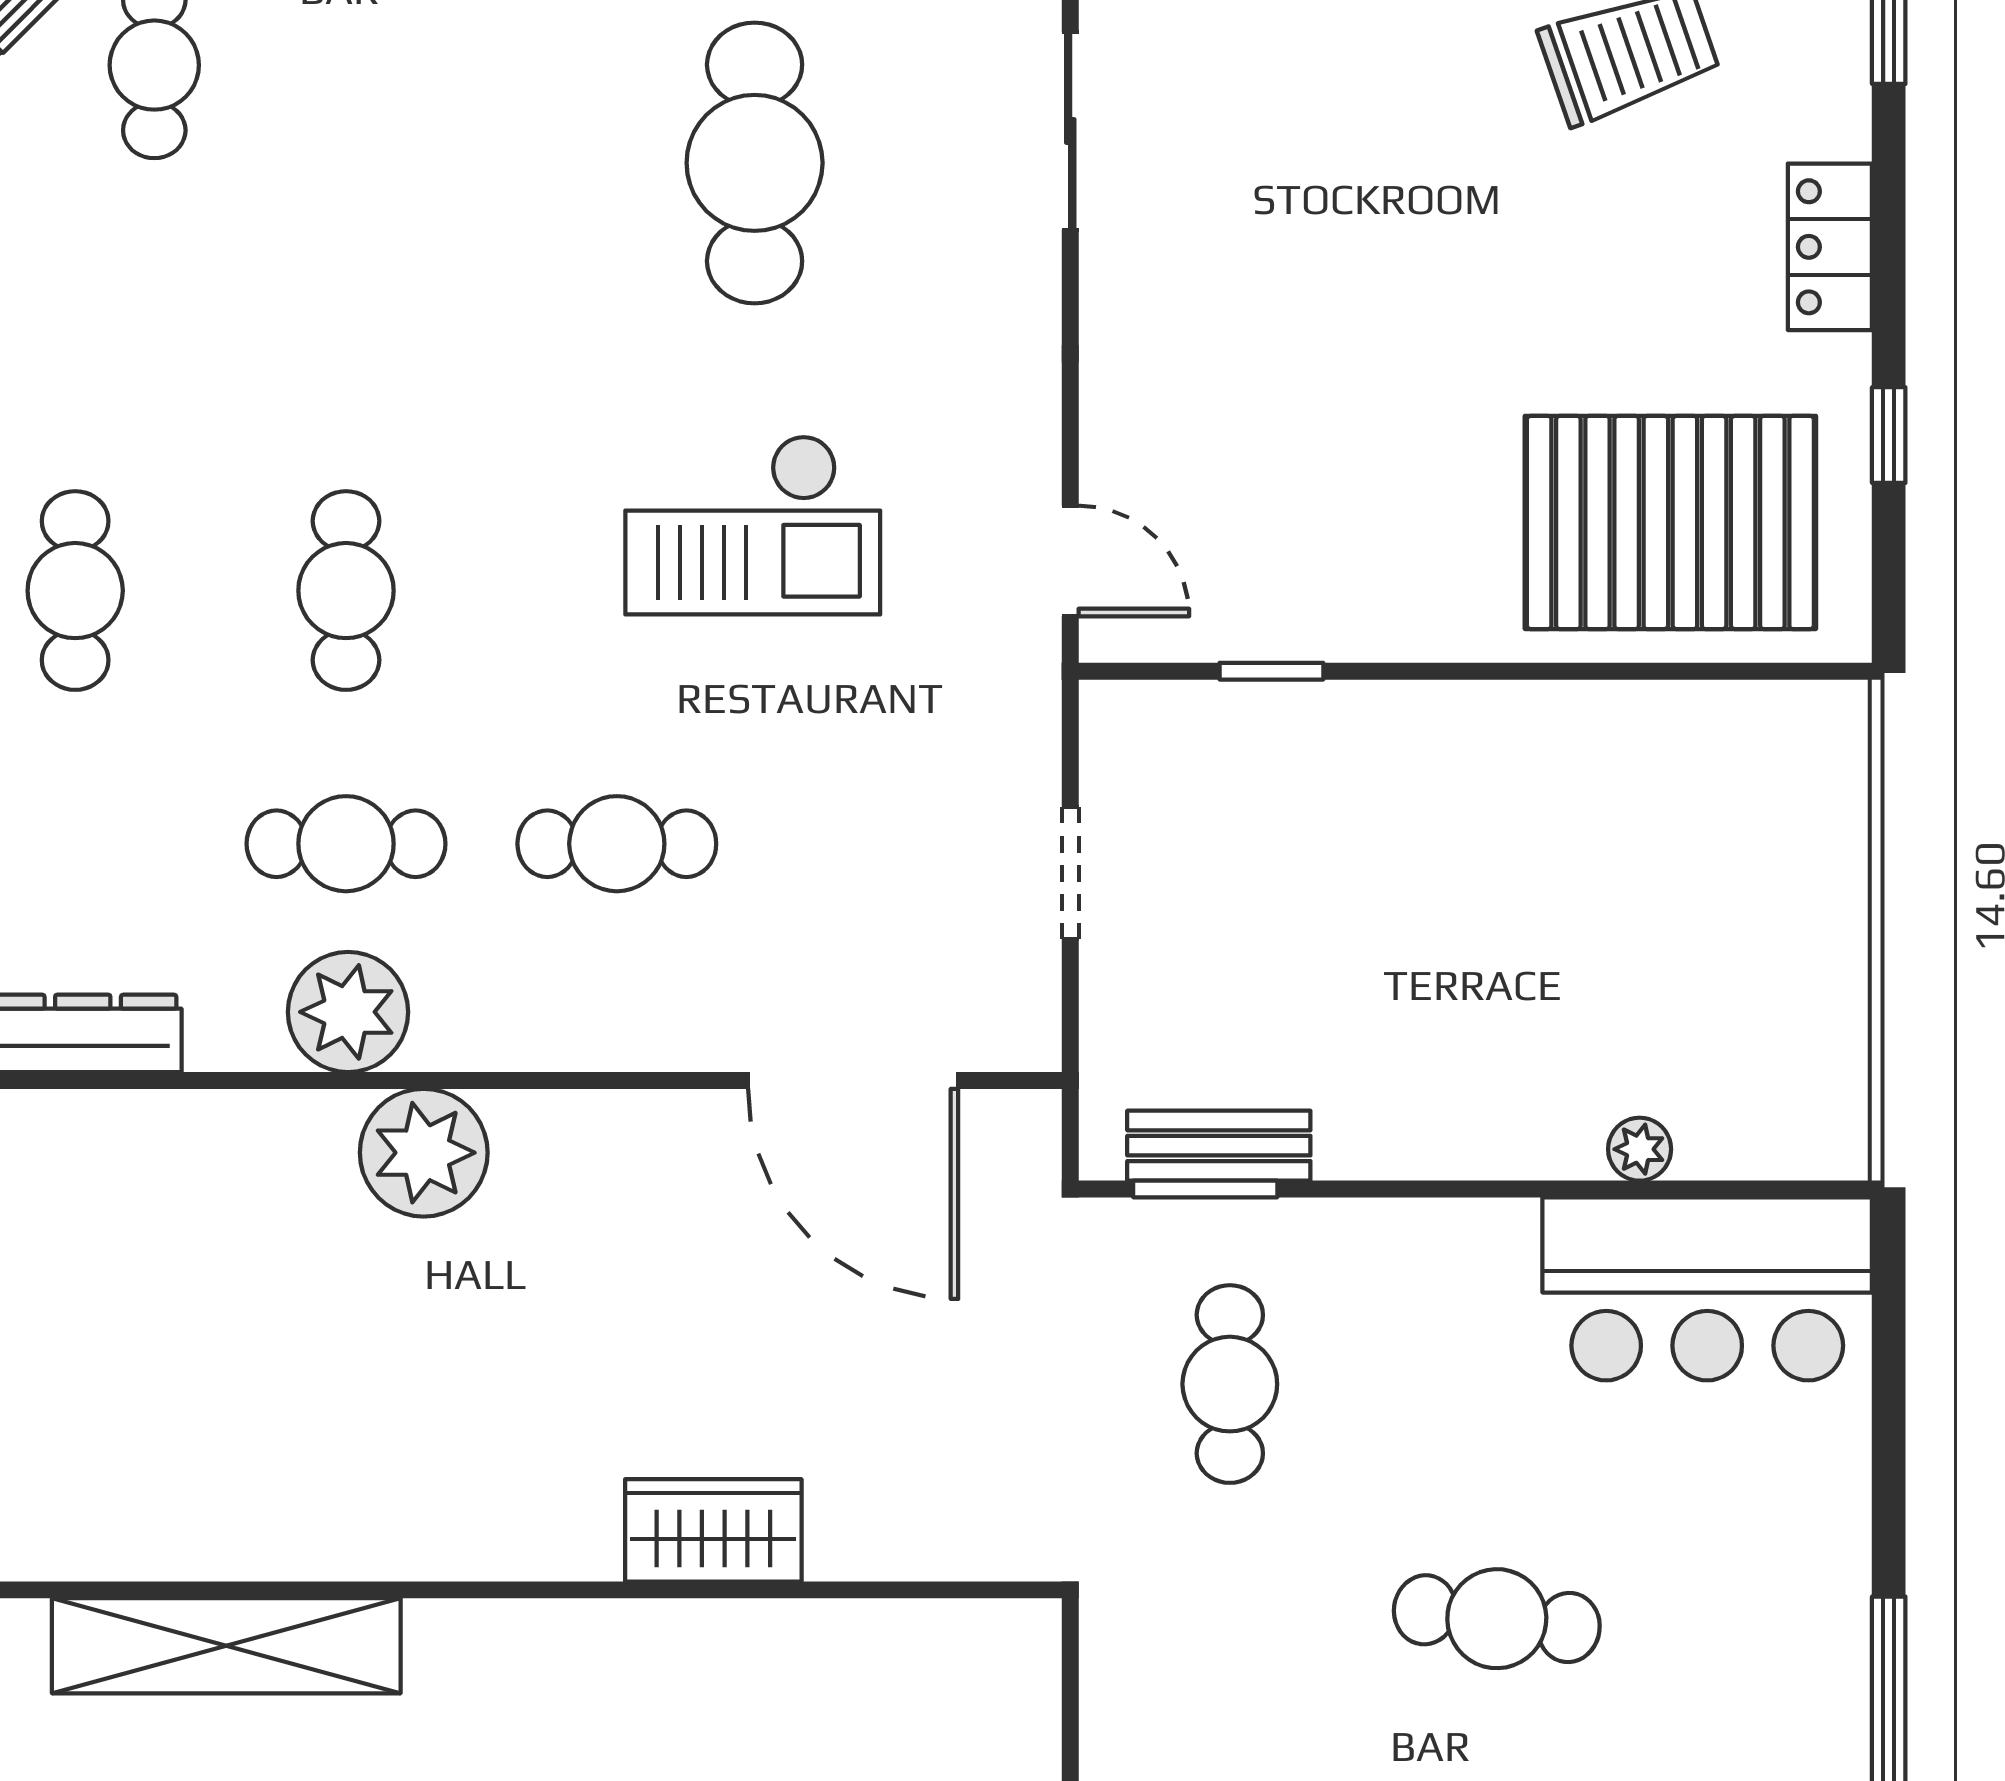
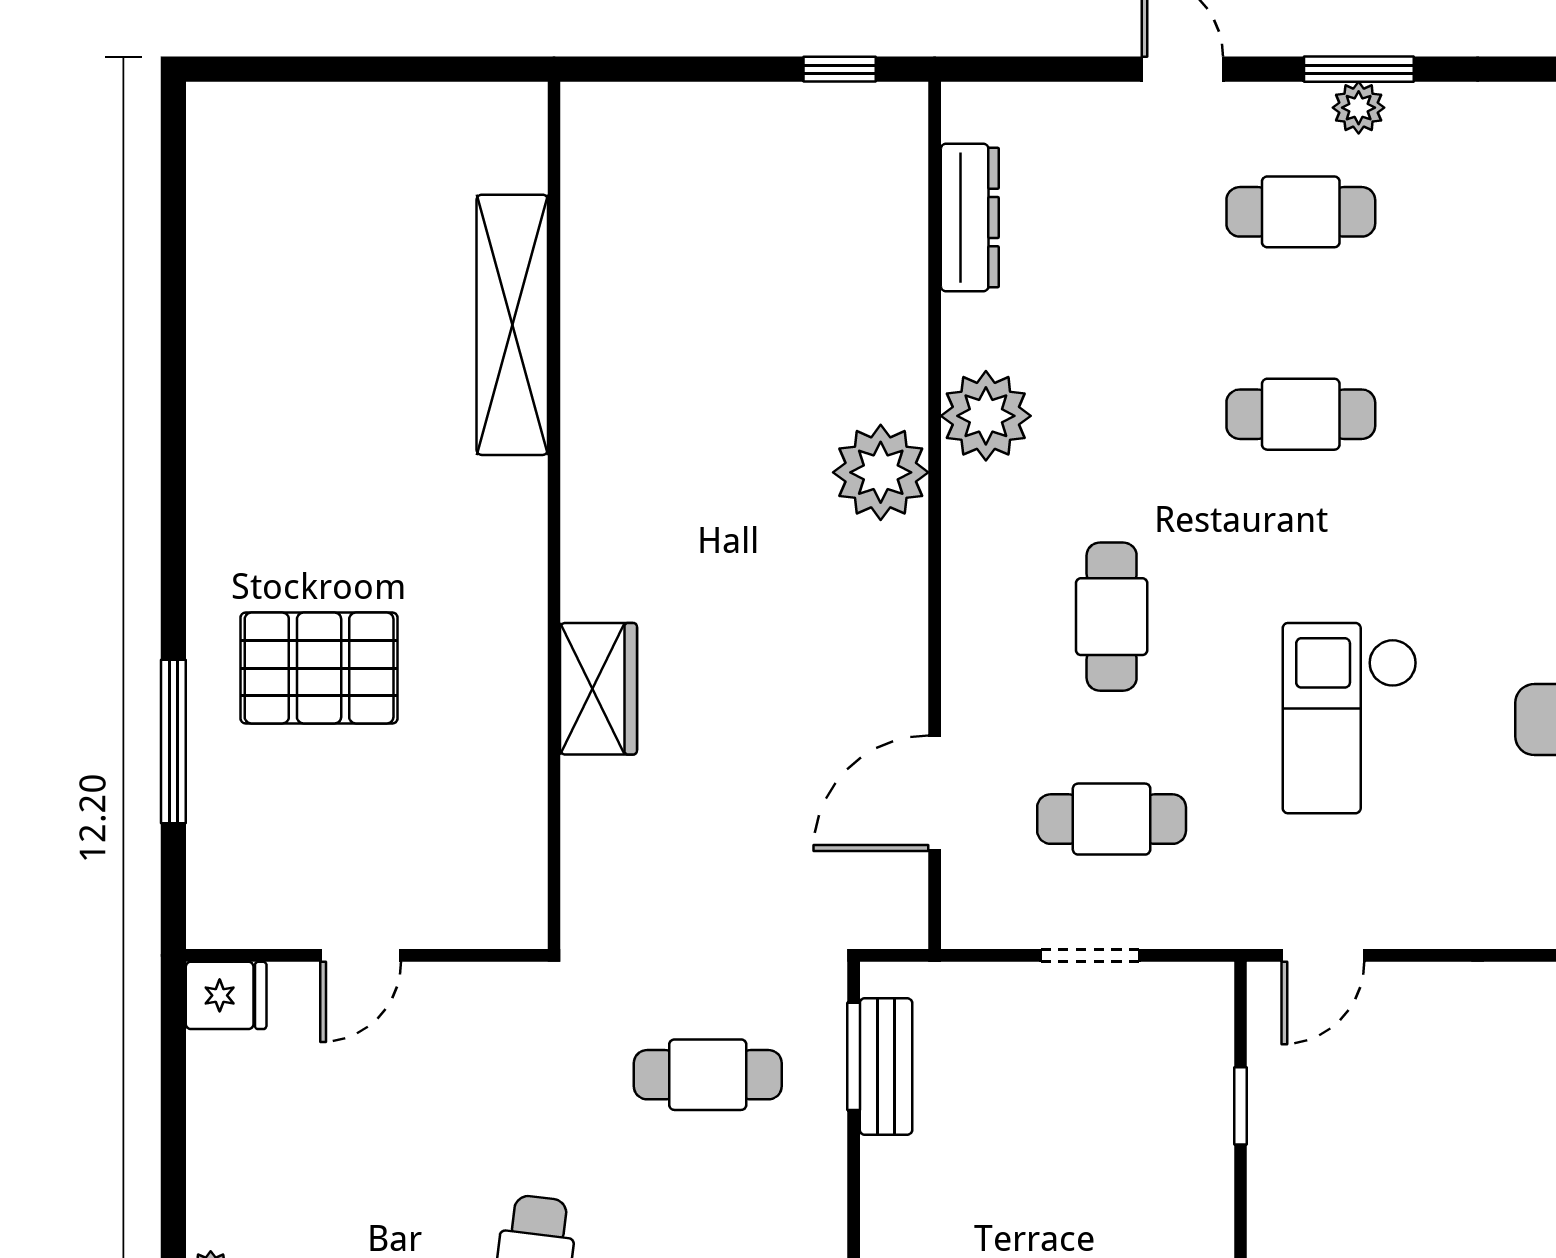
cafe table: (346, 844) -> (1112, 819), moved, turned 90
door: (853, 1080) -> (935, 793), width x0.73

